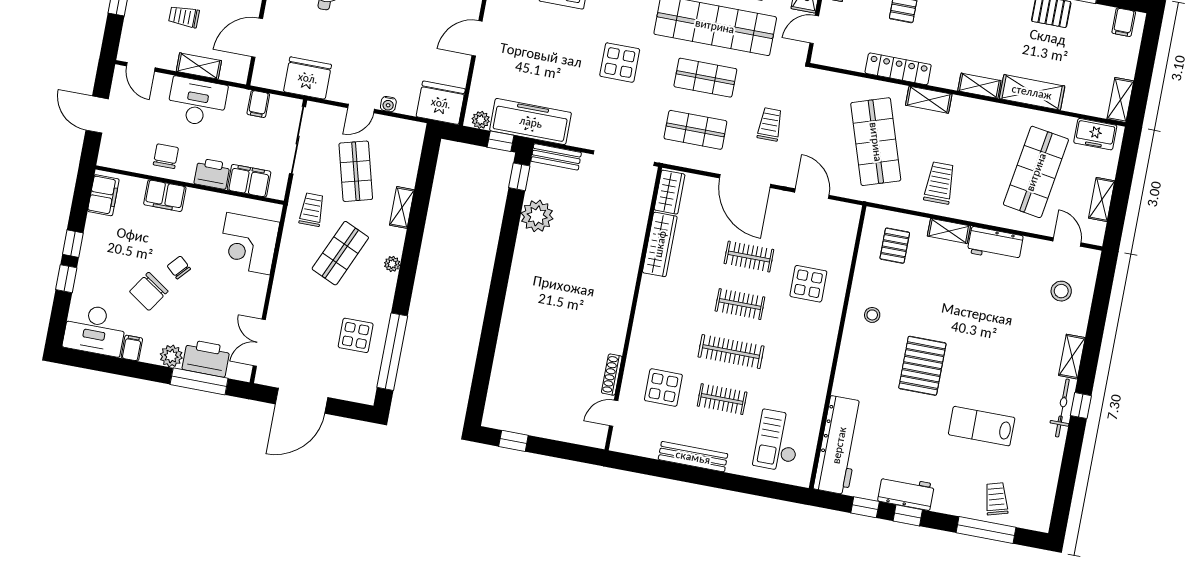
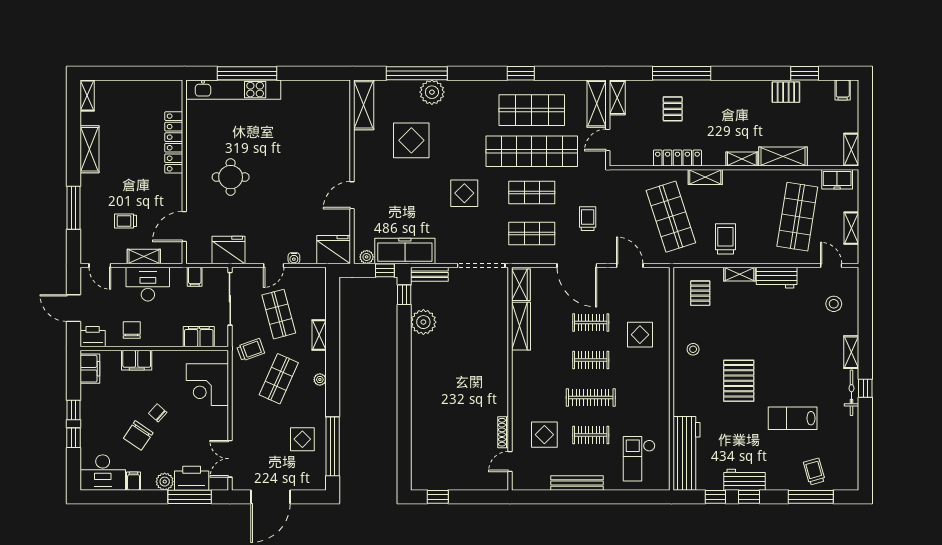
printer: (212, 174) -> (93, 337), moved
trolley: (312, 210) -> (251, 350), turned 70

